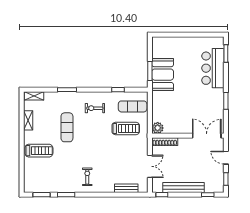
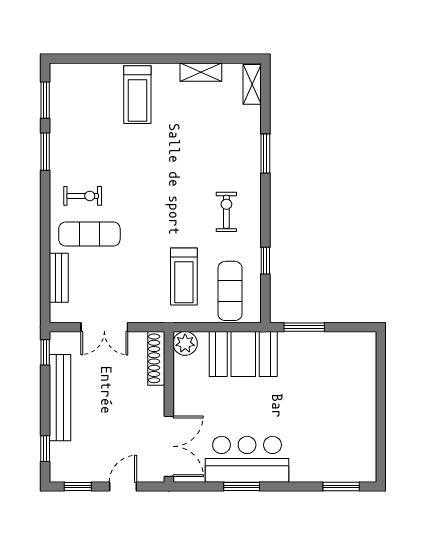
bar counter: (213, 68) -> (247, 459), moved
booth: (163, 75) -> (243, 354), moved
exercise mat: (67, 127) -> (89, 234), moved

